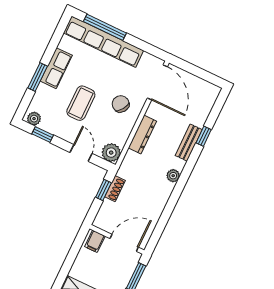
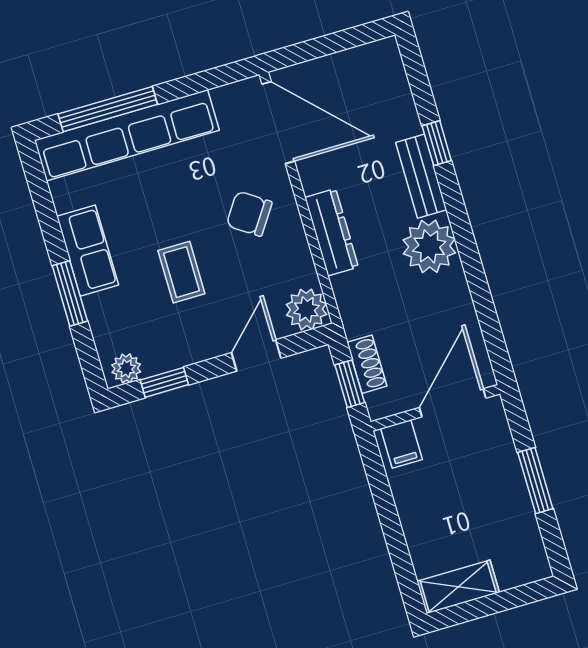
coffee table: (81, 103) -> (181, 272), width x0.73, depth x0.77
door: (81, 153) -> (256, 355), hinge flipped
plant: (173, 176) -> (429, 246), width x1.87, depth x1.87
wall: (117, 239) -> (435, 408), moved
filing cabinet: (95, 241) -> (401, 444), moved
door: (124, 243) -> (453, 403), moved

